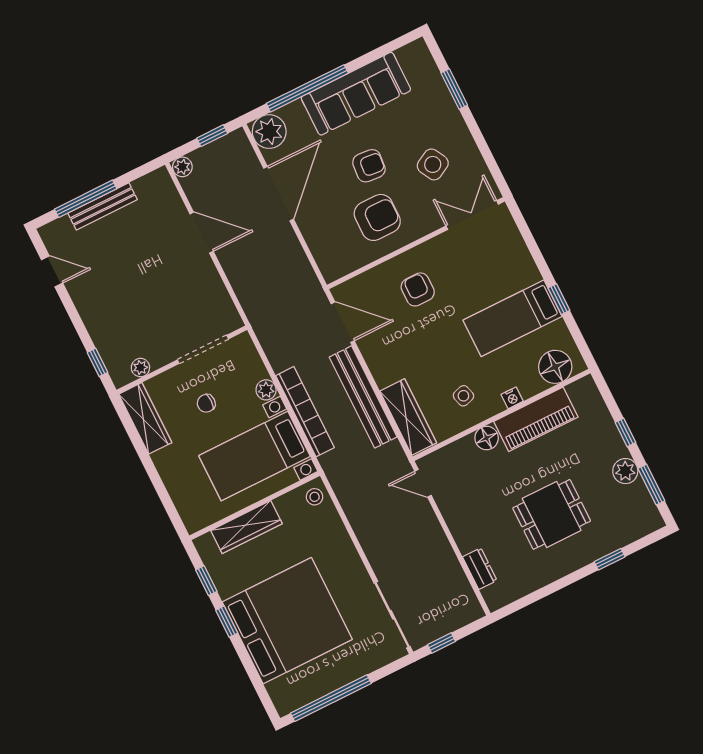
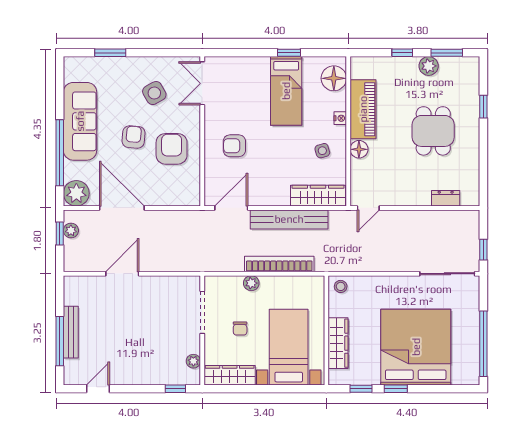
plant: (182, 167) -> (71, 230), moved
bed with nightstands: (255, 456) -> (289, 347), moved, turned 180

